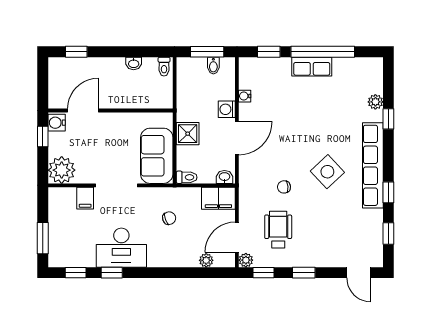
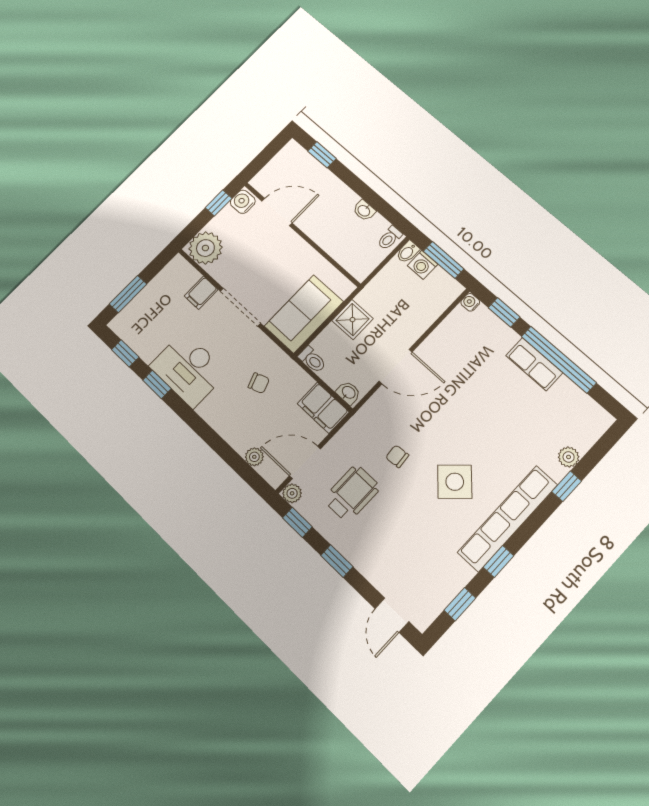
bidet: (213, 66) -> (408, 252), moved
water cooler: (245, 96) -> (470, 302), moved
washing machine: (227, 109) -> (423, 265), moved, turned -90

